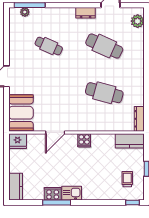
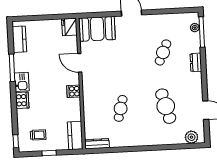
dresser: (86, 13) -> (196, 62), moved
cafe table: (104, 46) -> (166, 106), turned -39
cafe table: (104, 93) -> (121, 108), width x0.73, depth x0.74
kitchen counter: (16, 187) -> (19, 39), moved, turned -90
cooker: (53, 194) -> (22, 100), moved

